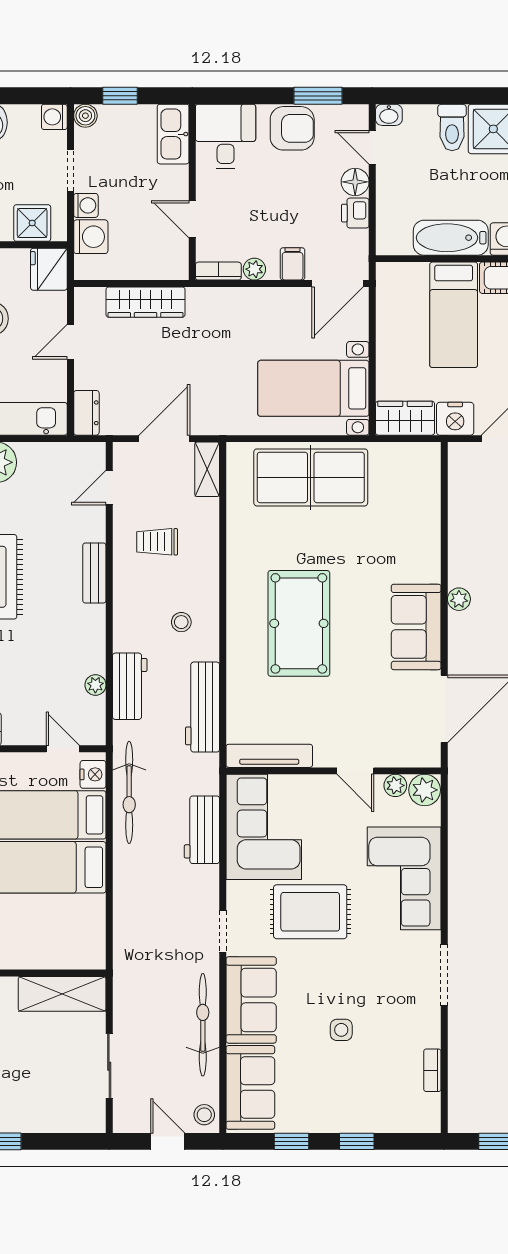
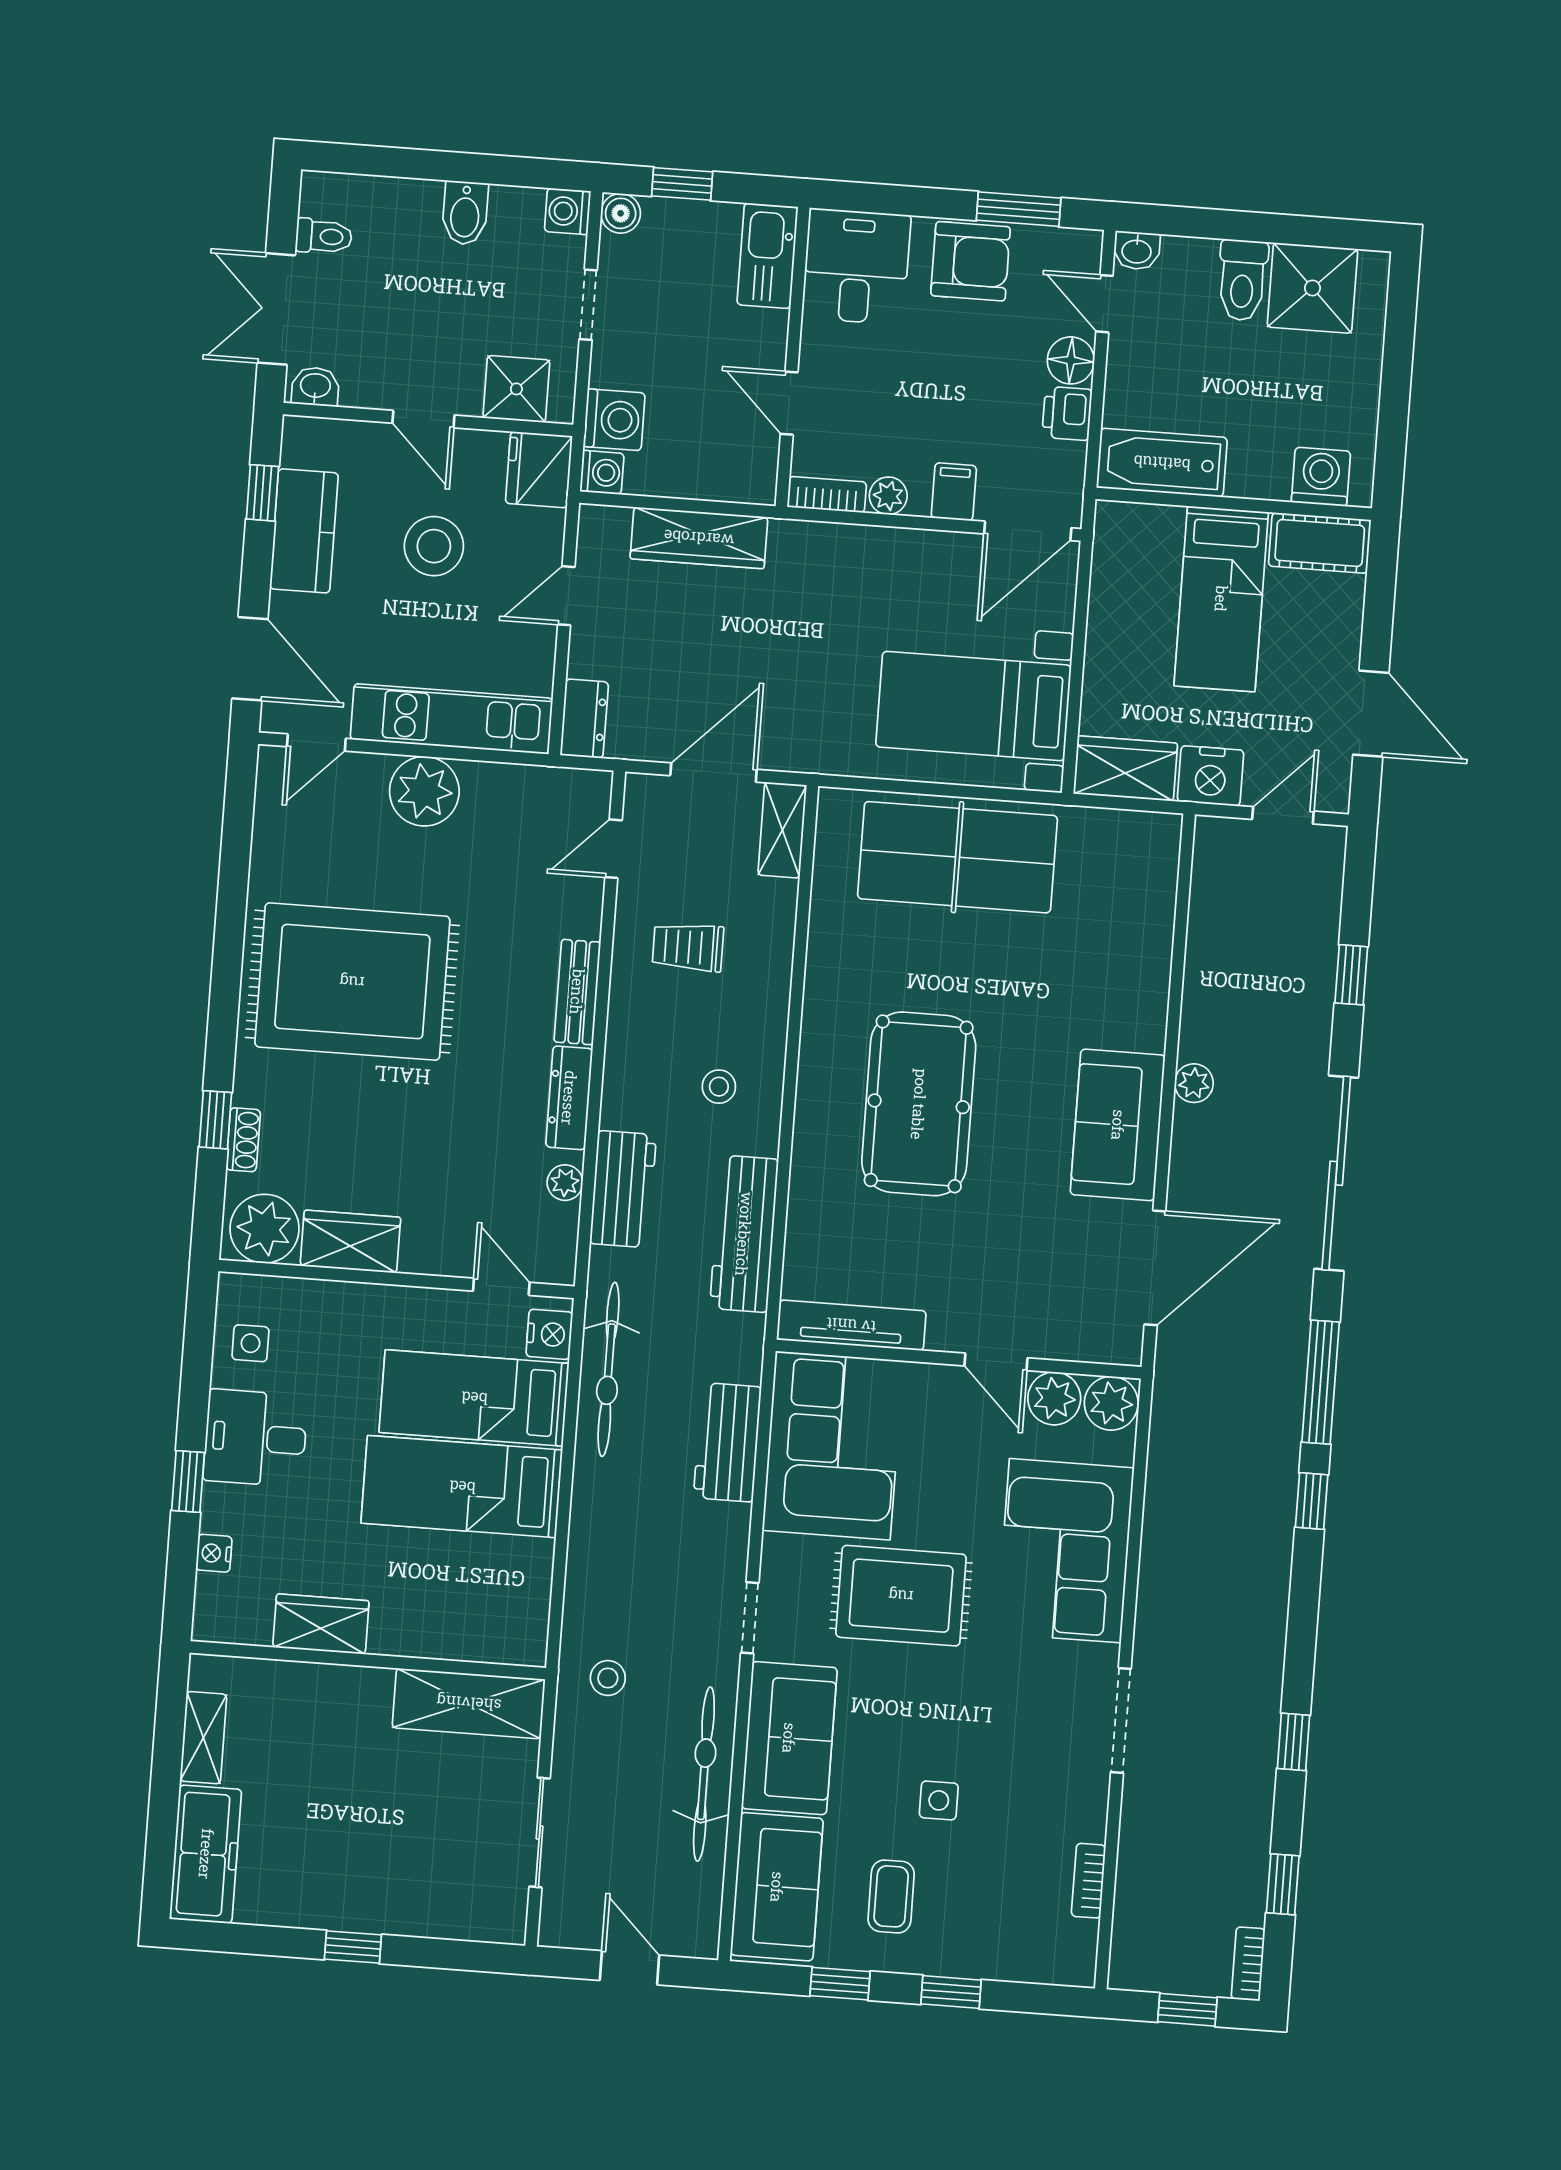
washing machine: (86, 205) -> (602, 472), moved
bathtub: (451, 238) -> (1162, 463), moved
dresser: (94, 635) -> (569, 1098), added
plant: (395, 785) -> (1054, 1398), width x1.38, depth x1.38
coffee table: (318, 1088) -> (891, 1896), added
stool: (204, 1115) -> (608, 1678), moved

